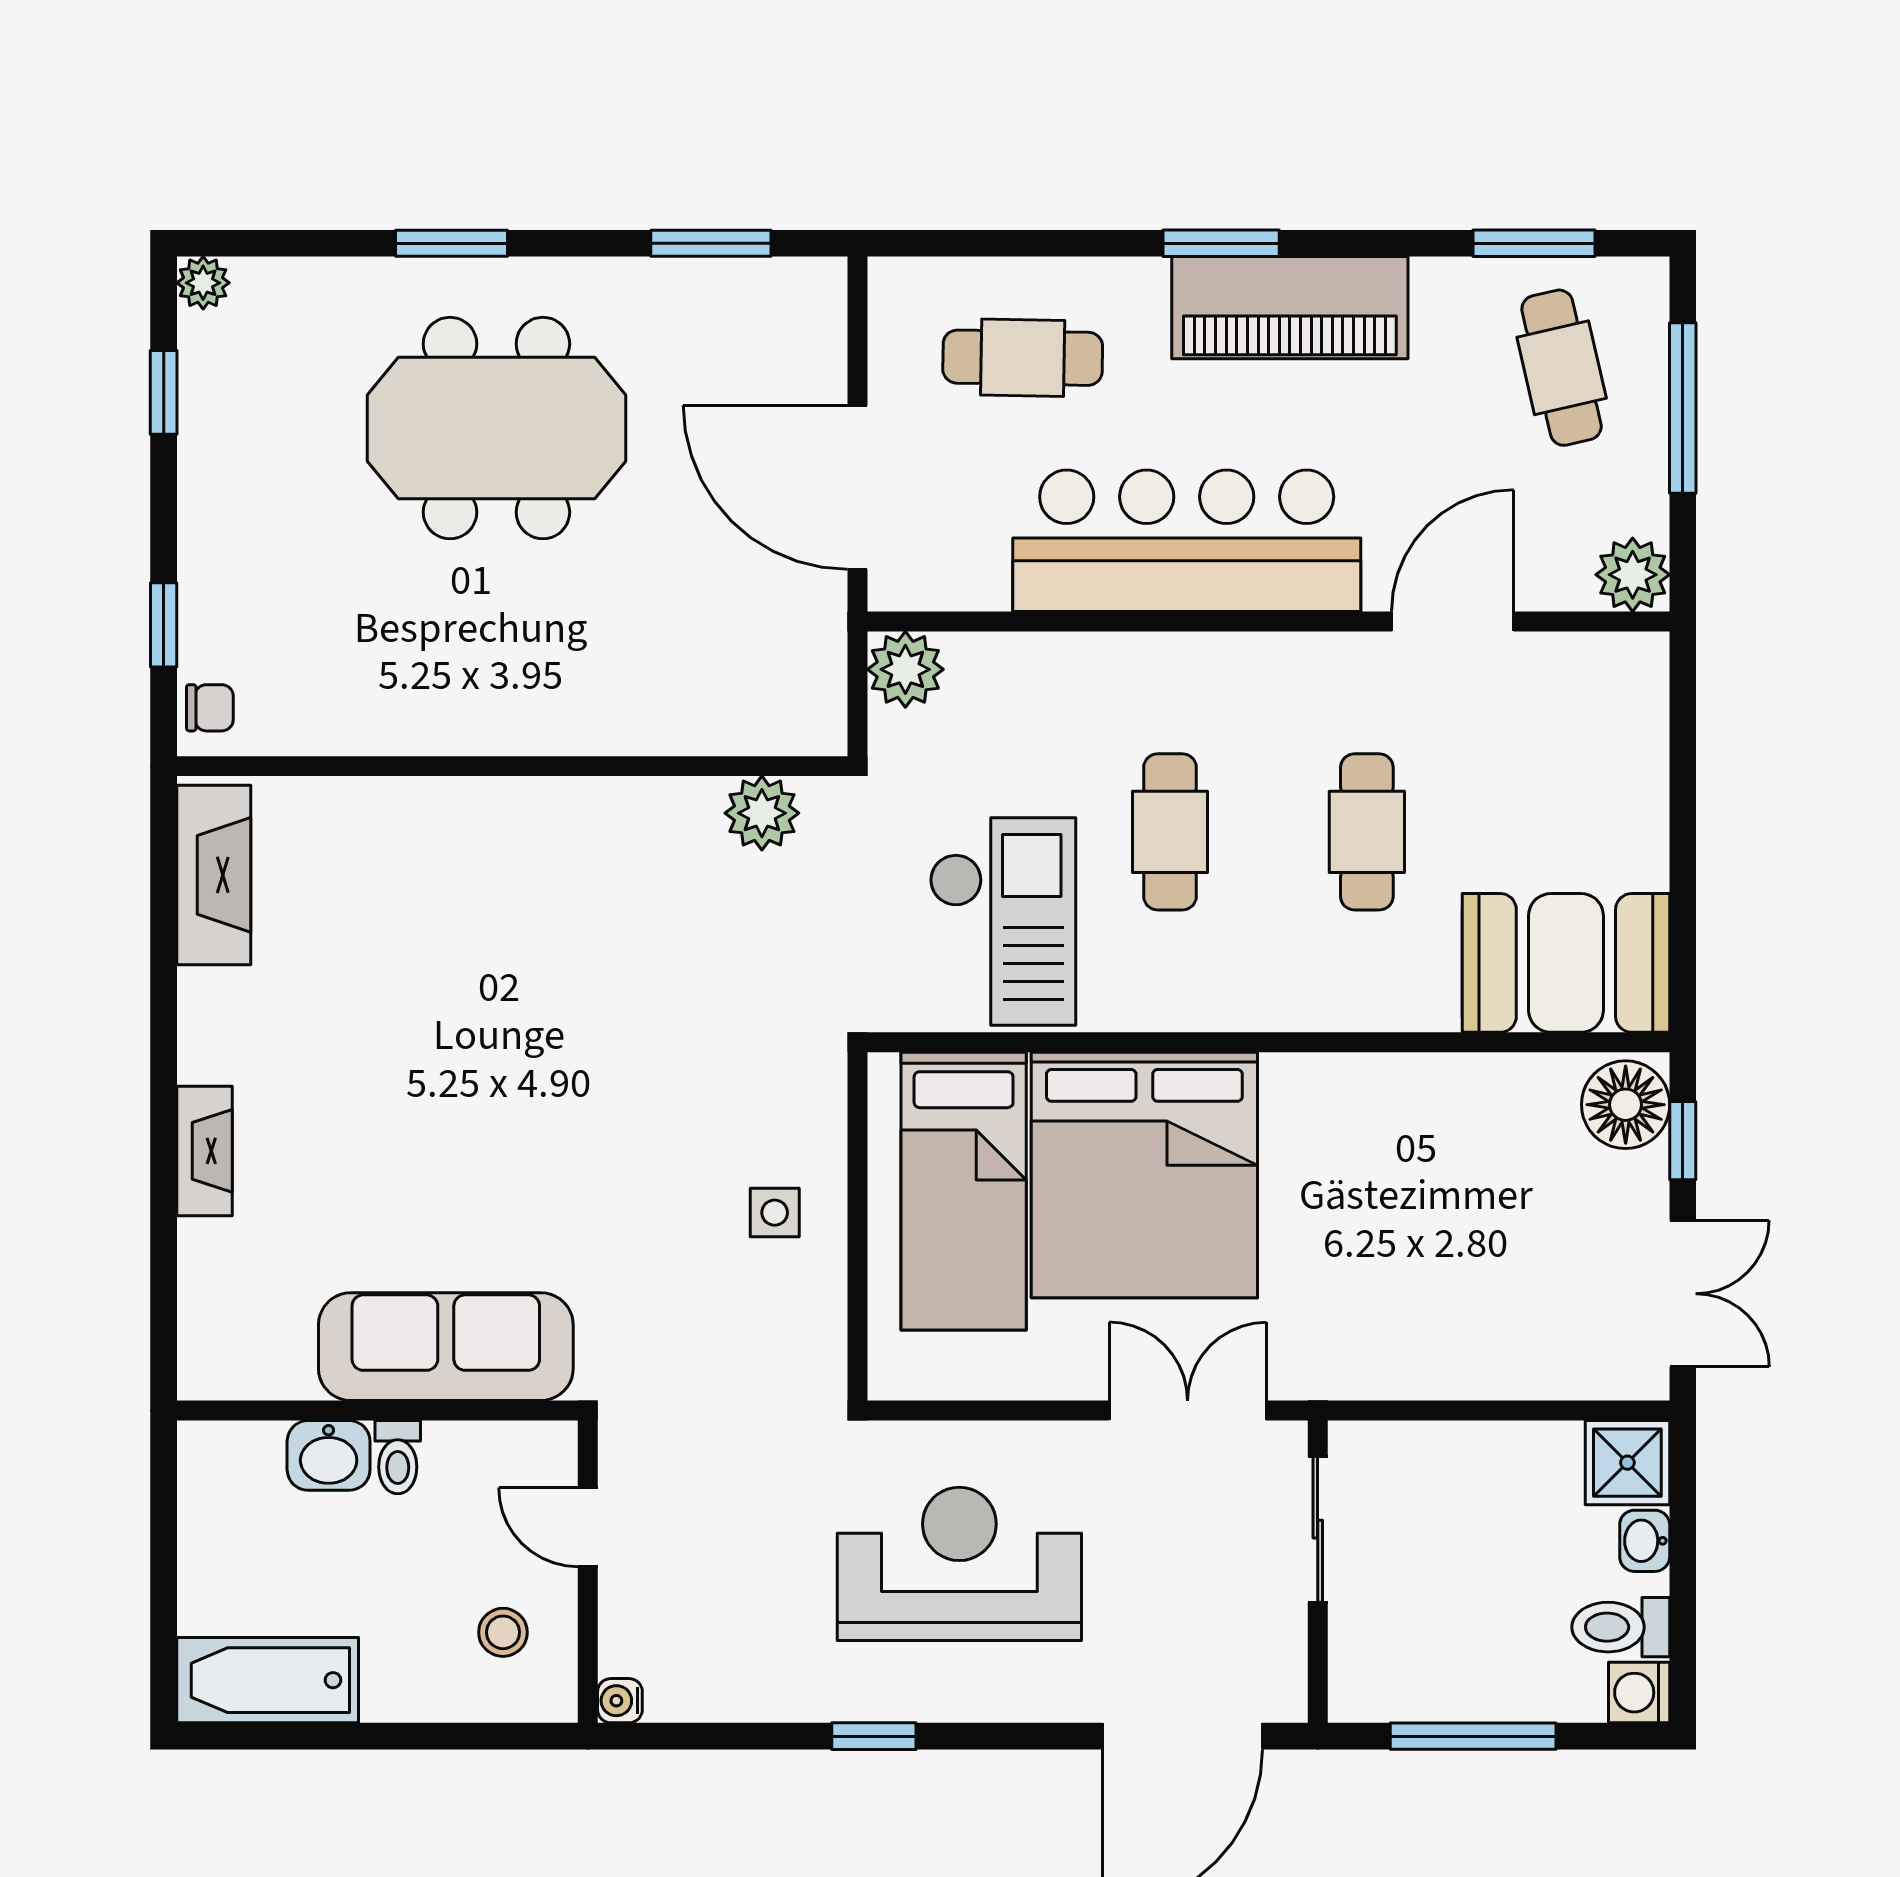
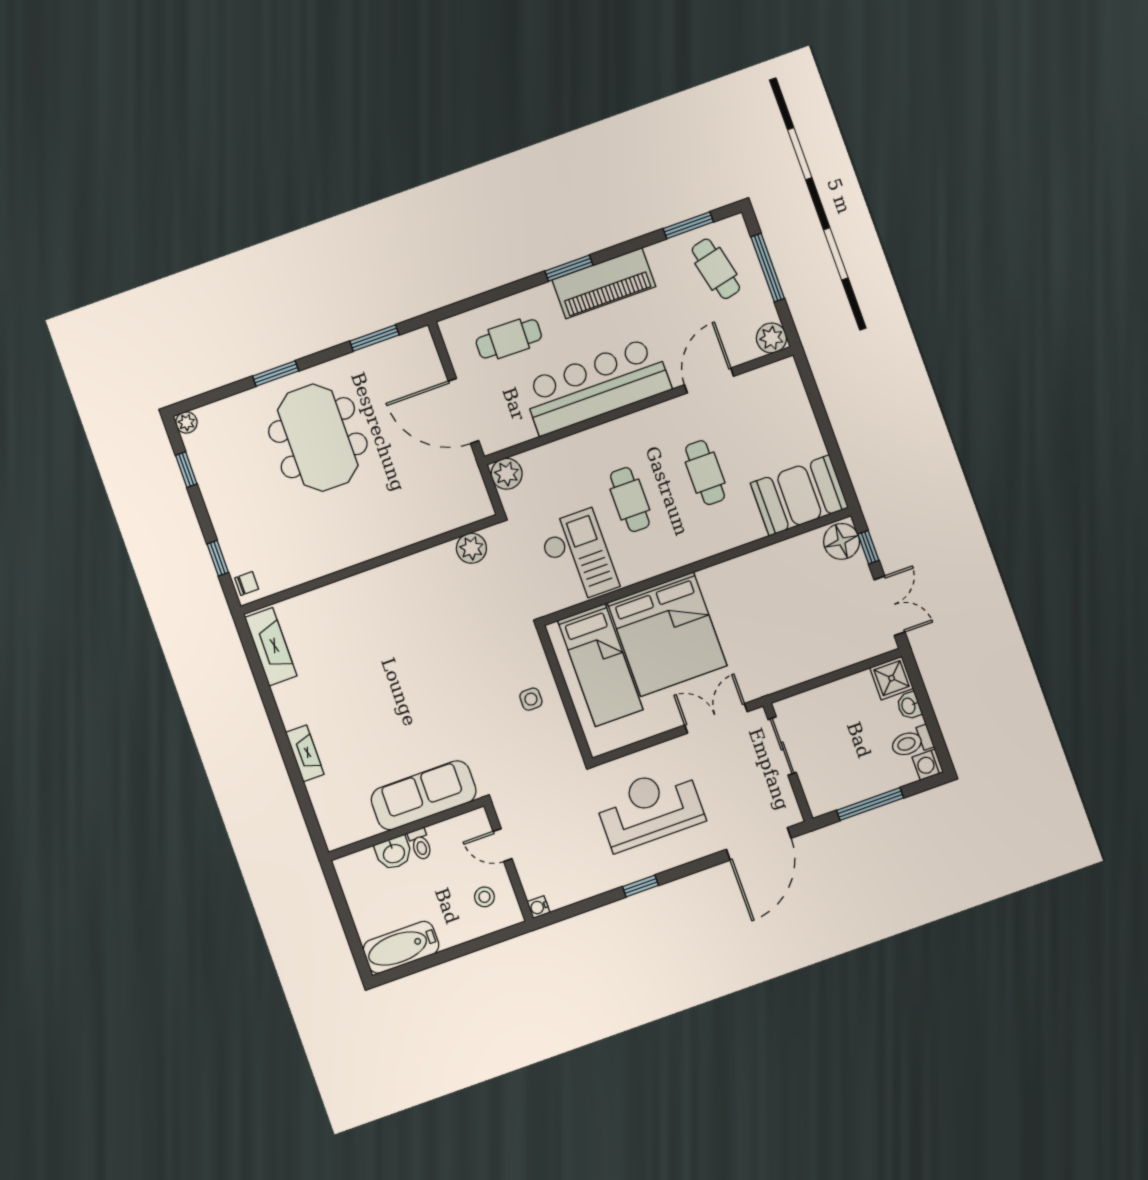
meeting table: (496, 428) -> (318, 438), turned 90

